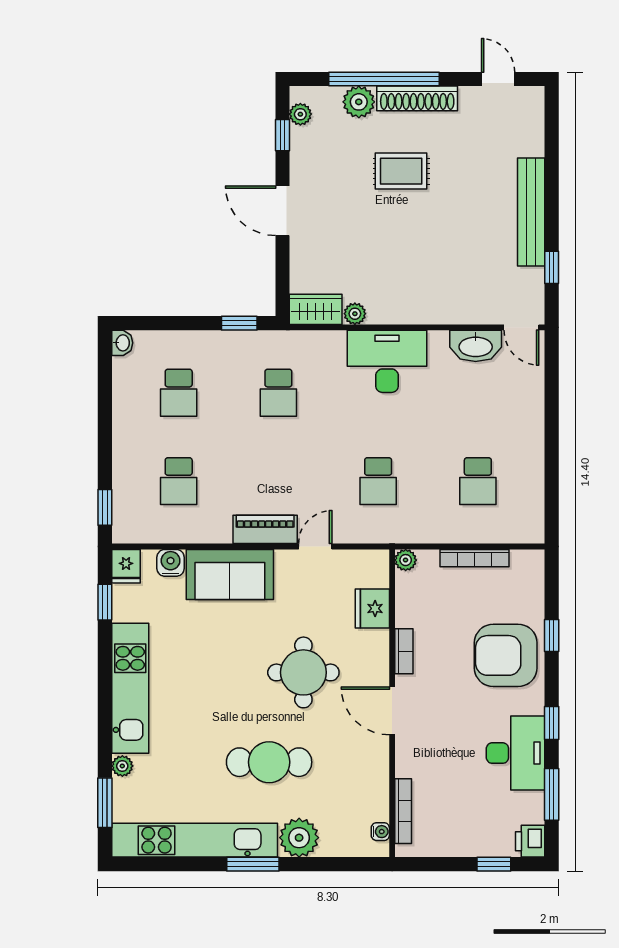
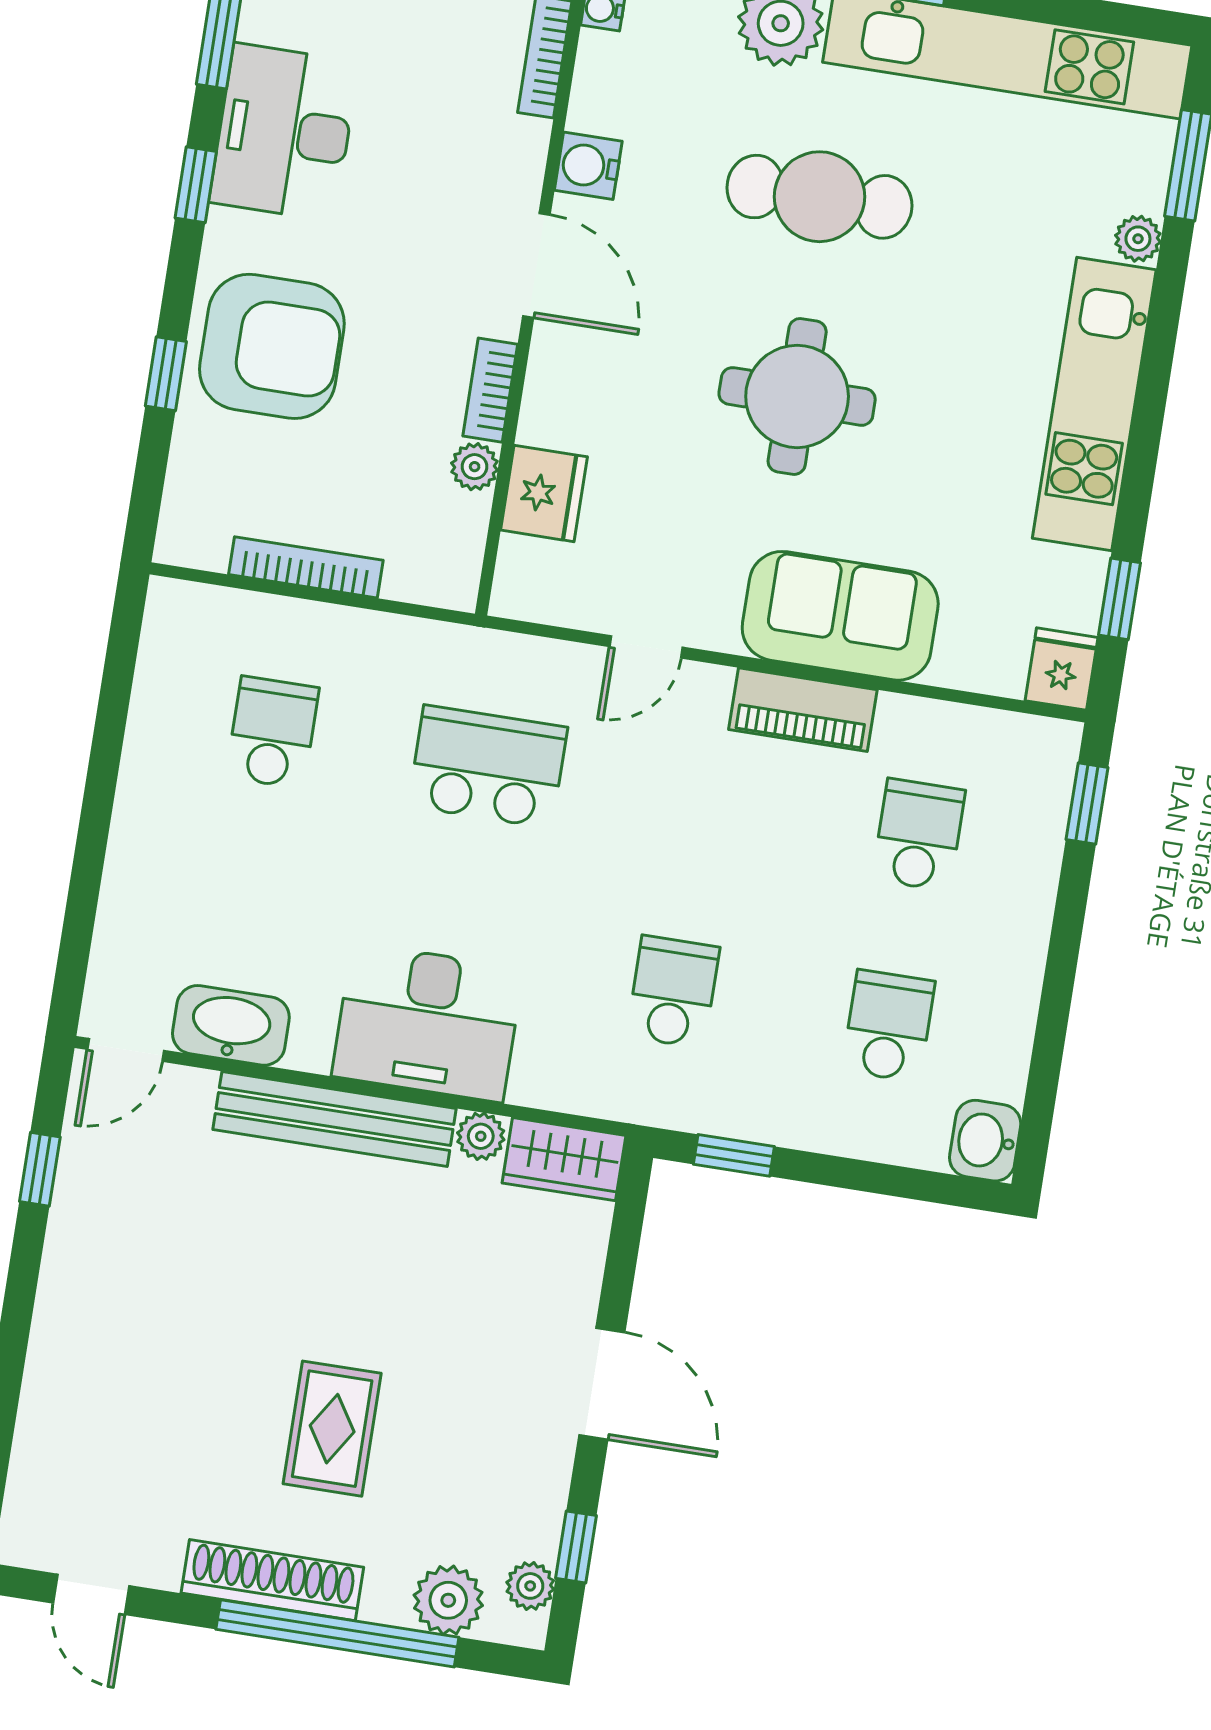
plant: (359, 102) -> (448, 1600), moved
rug: (401, 171) -> (332, 1429), turned 90
bench: (531, 212) -> (335, 1119), moved, turned 90
door: (521, 327) -> (126, 1050), swing flipped
washbasin: (122, 343) -> (985, 1141), width x1.38, depth x1.45
school desk: (378, 481) -> (488, 767), width x1.85
piano: (265, 529) -> (803, 710), moved
plant: (406, 560) -> (475, 467), moved
water cooler: (171, 563) -> (588, 166), moved, turned 90
round table: (303, 672) -> (797, 396), moved

